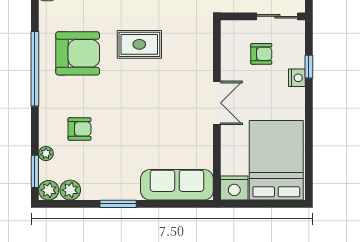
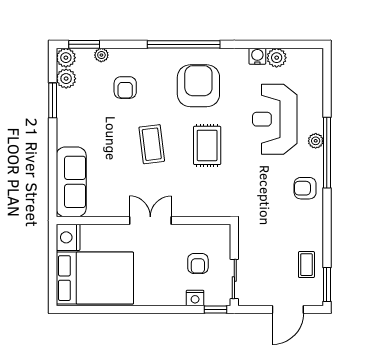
armchair: (78, 53) -> (198, 86), turned 180
window: (309, 67) -> (216, 310), moved
nightstand: (297, 78) -> (195, 298), moved
coffee table: (138, 102) -> (152, 144), added
double door: (217, 103) -> (150, 221), swing flipped
window: (118, 204) -> (53, 100), moved

